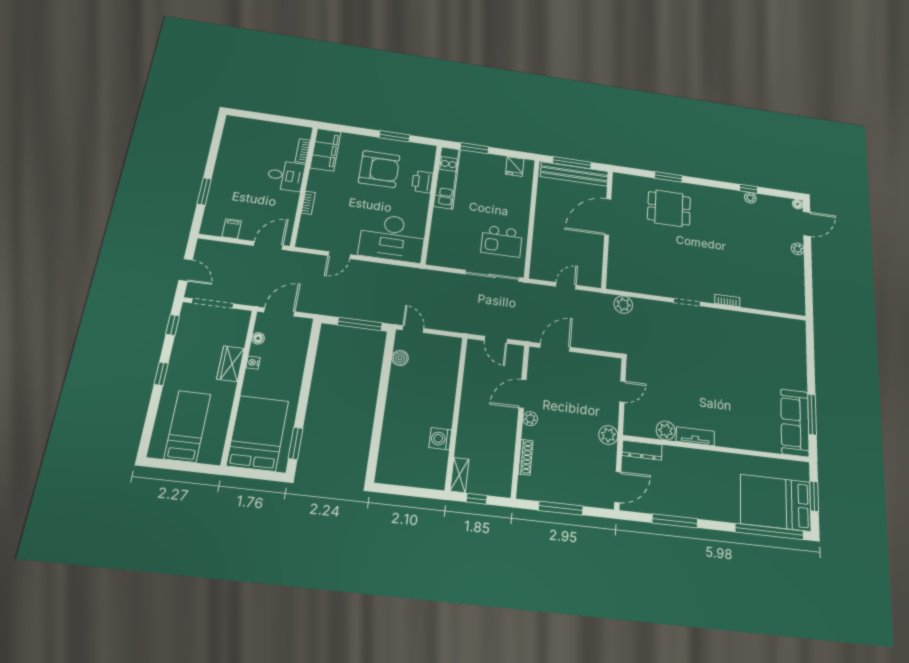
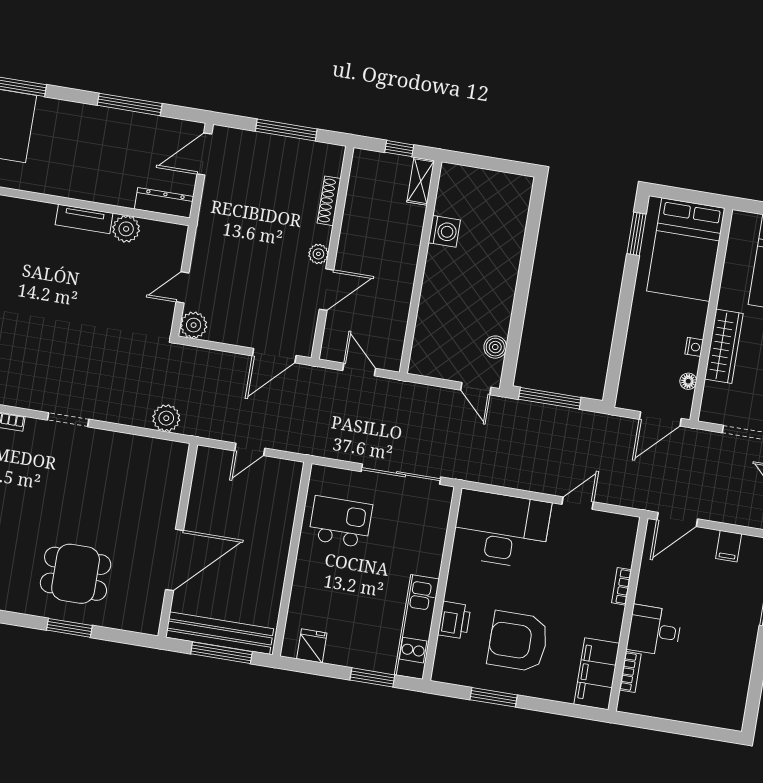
sliding door: (492, 276) -> (401, 474), moved
wardrobe: (231, 364) -> (724, 346), width x1.50
plant: (608, 435) -> (194, 325), moved

